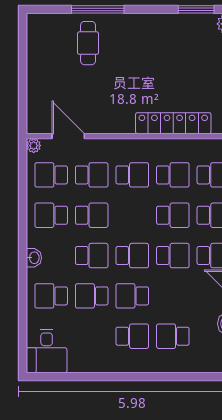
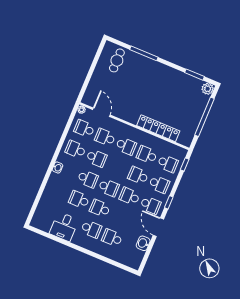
cafe table: (88, 43) -> (117, 60), moved
school desk: (92, 175) -> (105, 137), turned 180
school desk: (173, 175) -> (147, 155), turned 180
school desk: (173, 215) -> (138, 176), turned 180
school desk: (173, 256) -> (129, 196), turned 180
school desk: (51, 296) -> (58, 191), removed
desk: (47, 351) -> (64, 227), moved

